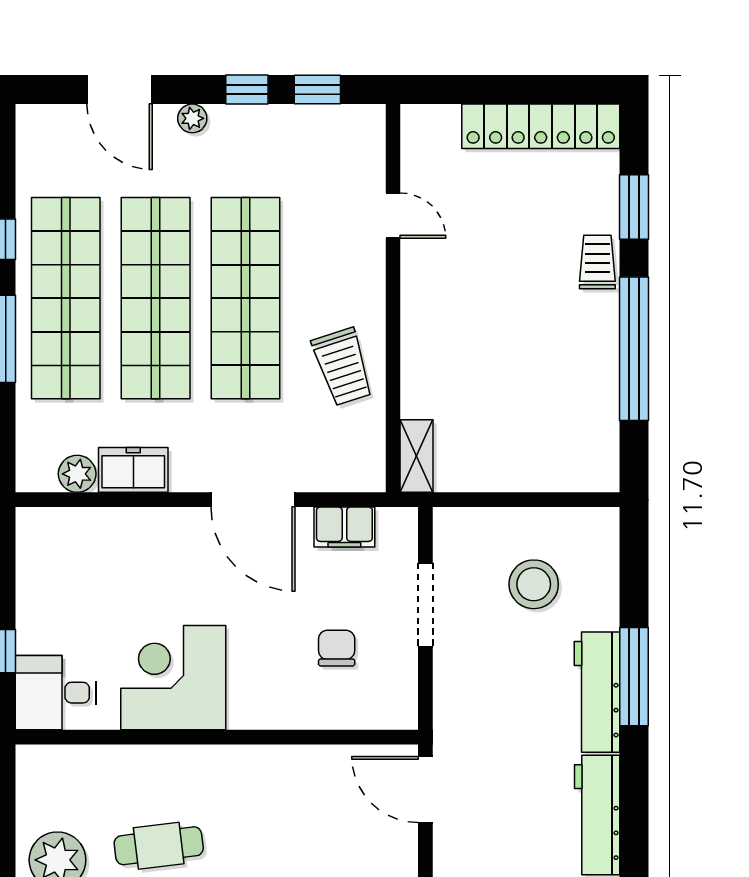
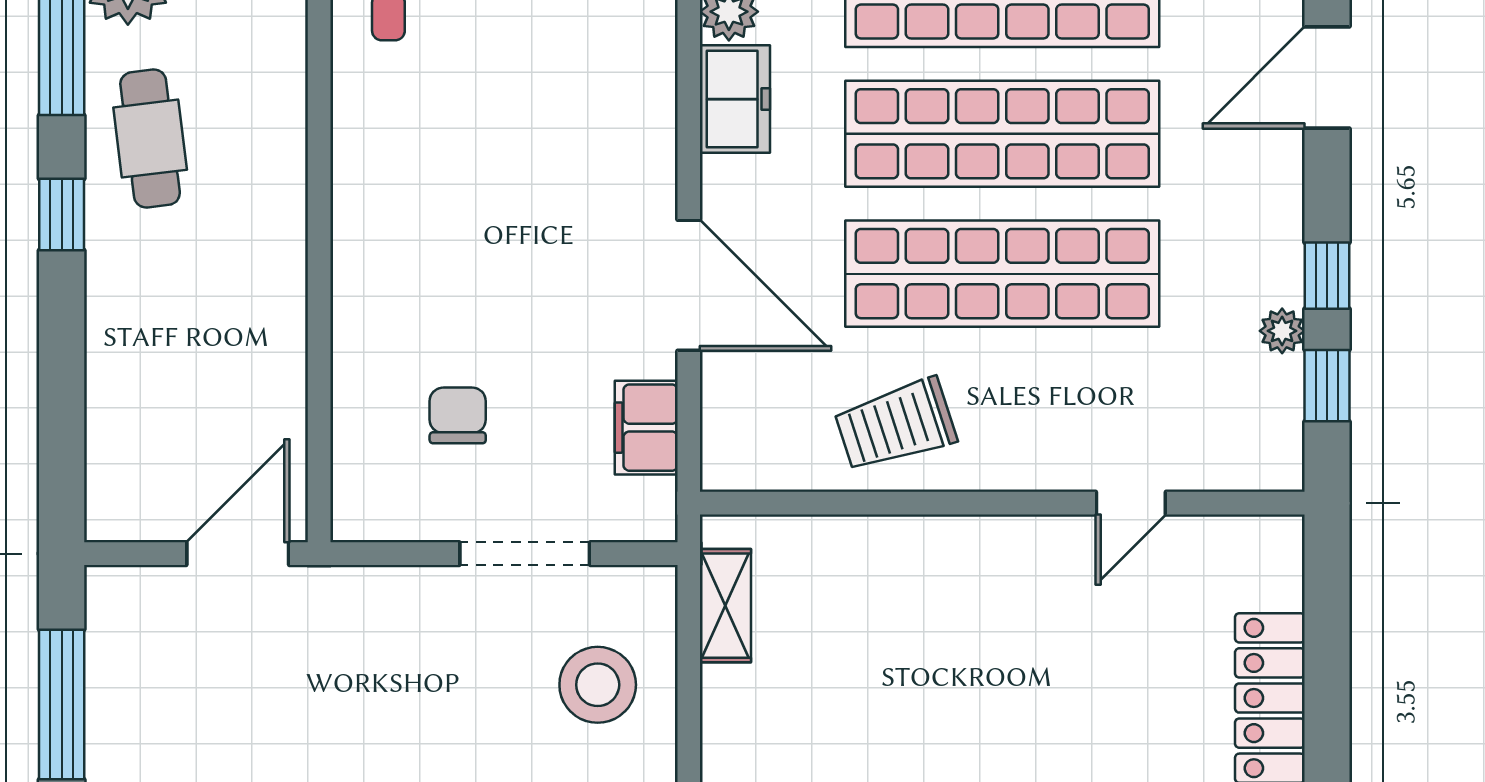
plant: (192, 118) -> (1282, 331), moved
shelving: (417, 456) -> (725, 606), moved, turned 90
door: (253, 500) -> (689, 285), swing flipped
stool: (534, 584) -> (598, 685), moved
chair: (337, 648) -> (458, 415), turned -90
corner desk: (173, 678) -> (412, 161), removed

